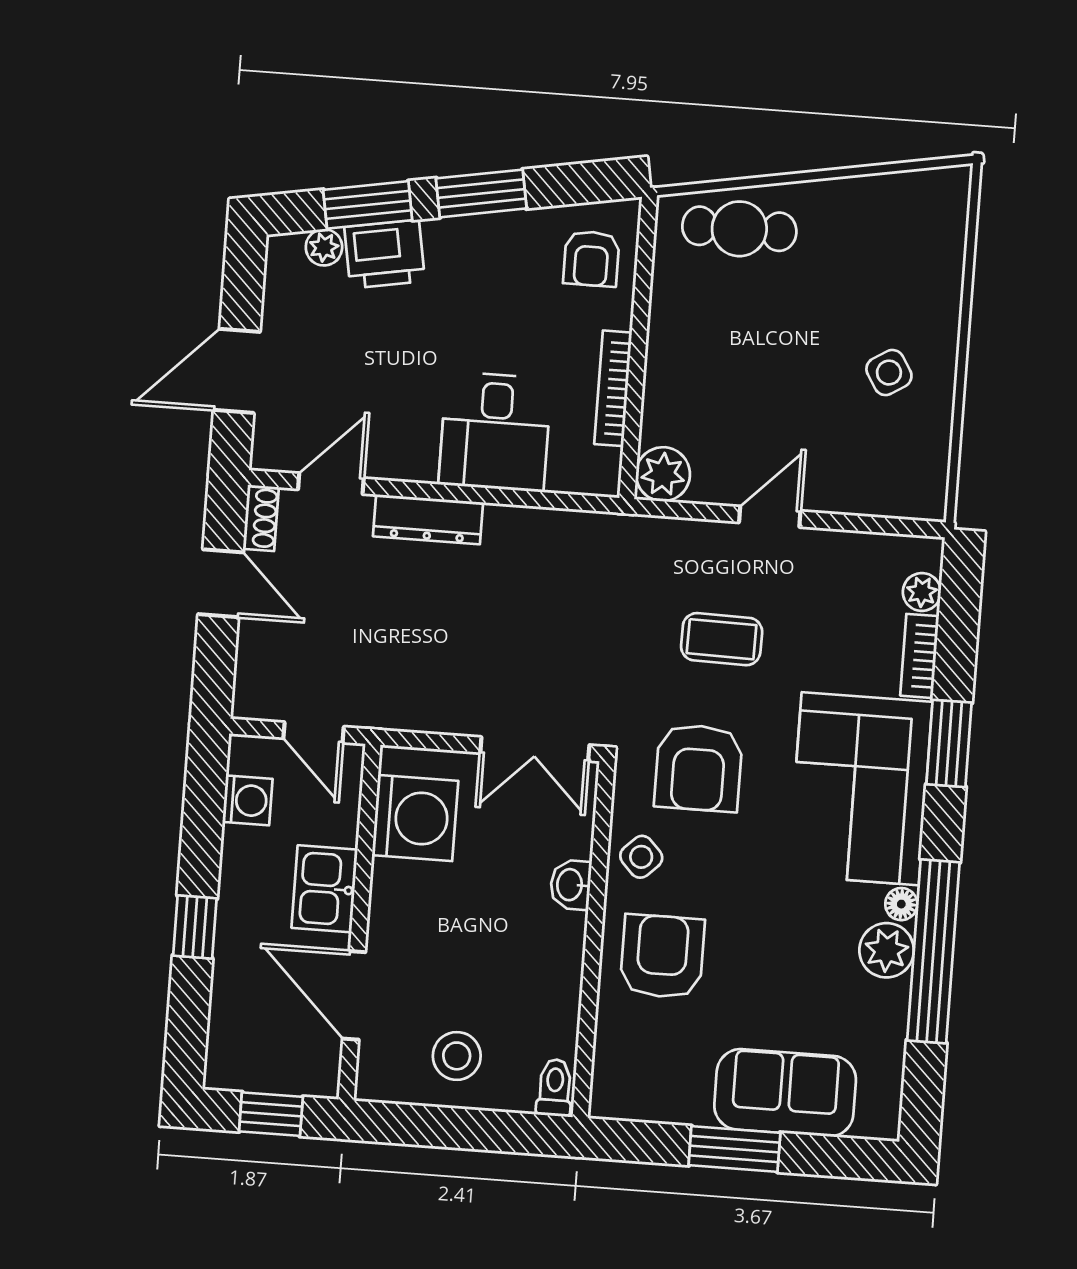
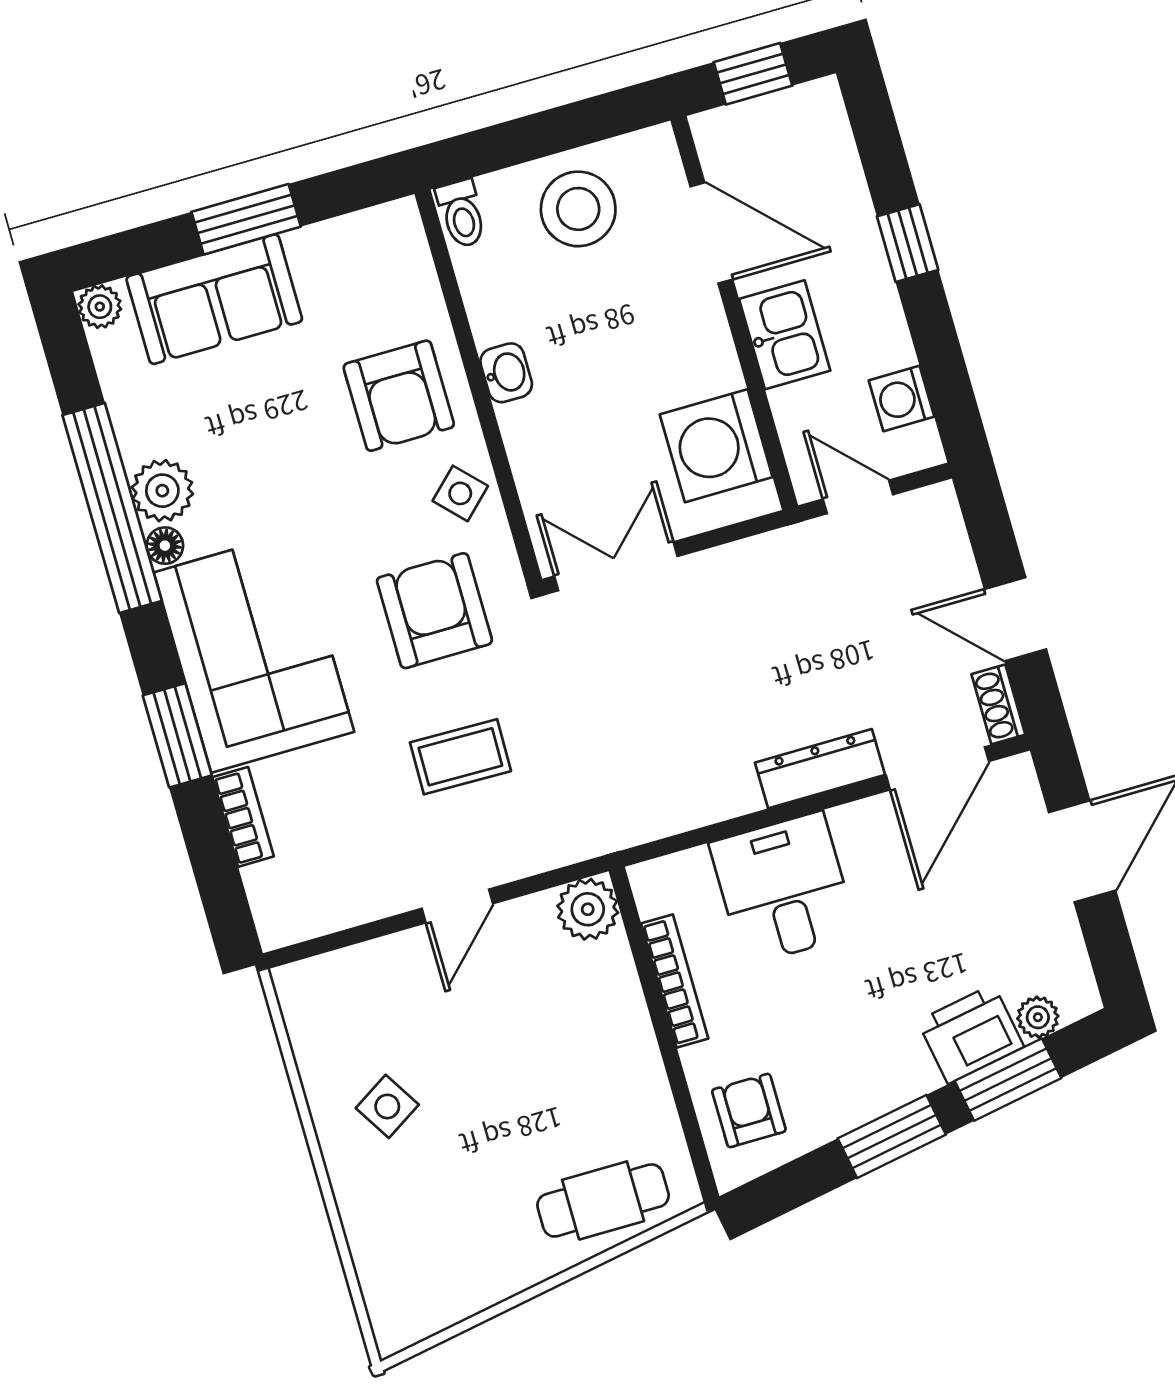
door: (331, 484) -> (937, 768), width x1.38
plant: (922, 592) -> (100, 307), moved
washbasin: (571, 885) -> (506, 373), moved
stool: (457, 1056) -> (578, 209), width x1.38, depth x1.38

